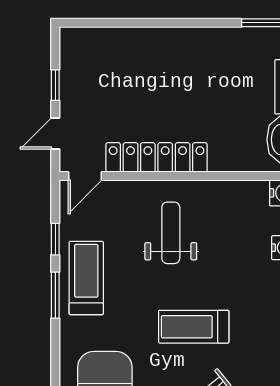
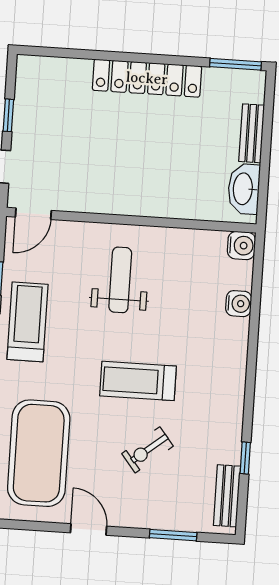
locker: (157, 157) -> (147, 78), moved, turned 180

